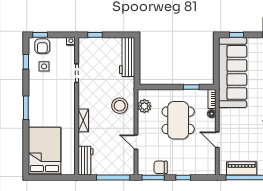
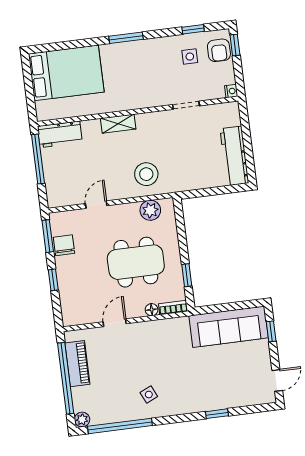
window: (95, 35) -> (245, 125), removed
armchair: (42, 46) -> (219, 50), turned -90
workbench: (127, 57) -> (234, 156), moved, turned -90
sofa: (233, 72) -> (229, 327), width x0.74, depth x0.79
window: (113, 178) -> (38, 159), moved

